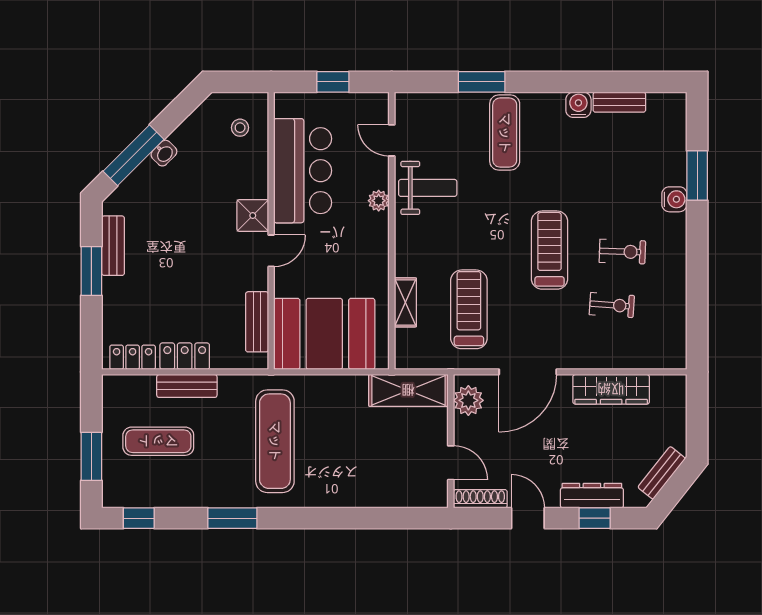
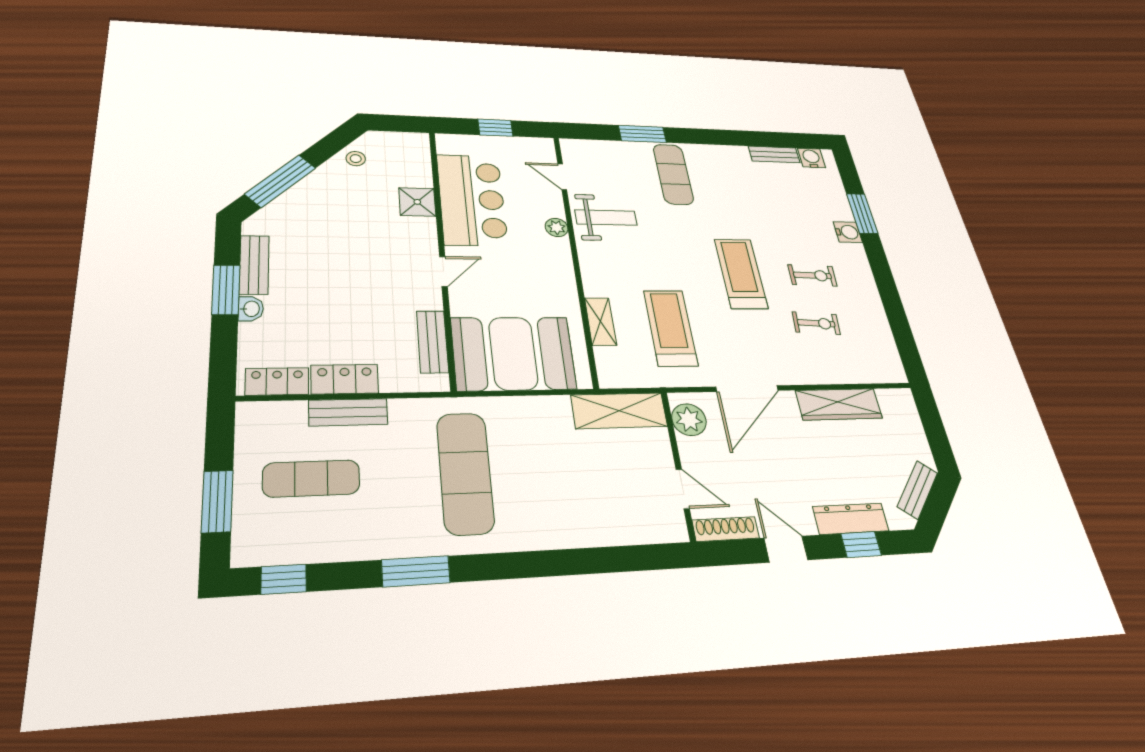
water cooler: (578, 105) -> (811, 158), moved
stool: (240, 128) -> (356, 159), moved
washbasin: (164, 153) -> (251, 309), moved, turned -45
shower: (253, 216) -> (417, 202), moved

